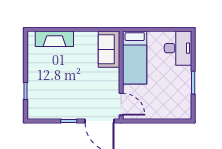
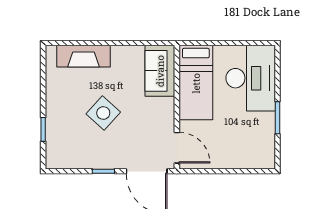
desk: (178, 48) -> (251, 78), width x1.36, depth x1.30
side table: (69, 79) -> (103, 113), added

